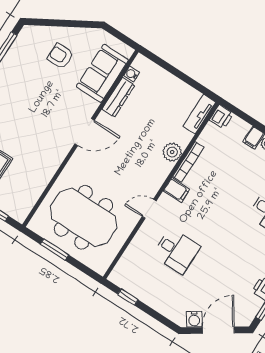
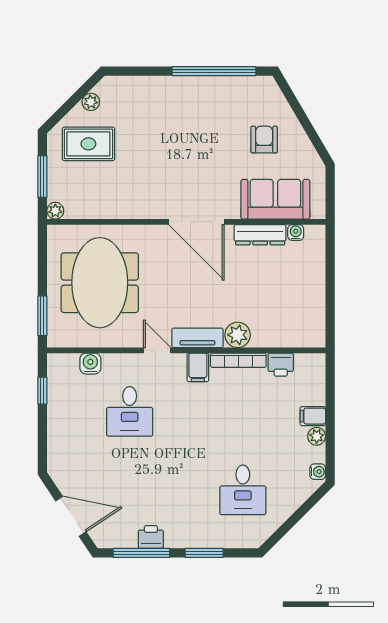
tv unit: (199, 114) -> (197, 338), moved
printer: (221, 117) -> (281, 365), moved
door: (85, 132) -> (196, 222), width x1.36
plant: (20, 216) -> (55, 211), added
window: (54, 250) -> (42, 316), moved
water cooler: (194, 319) -> (90, 364), moved, turned 124

